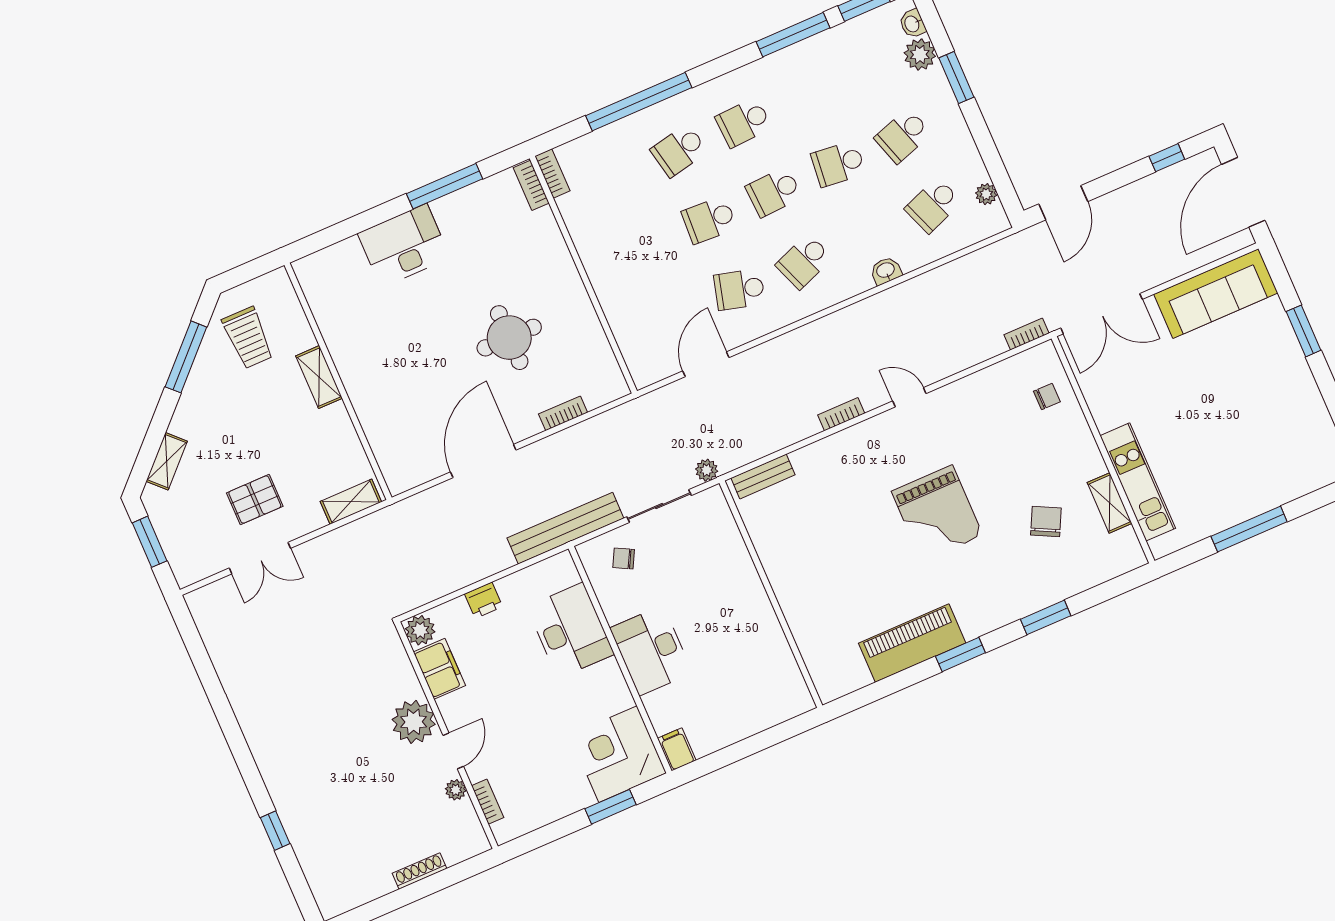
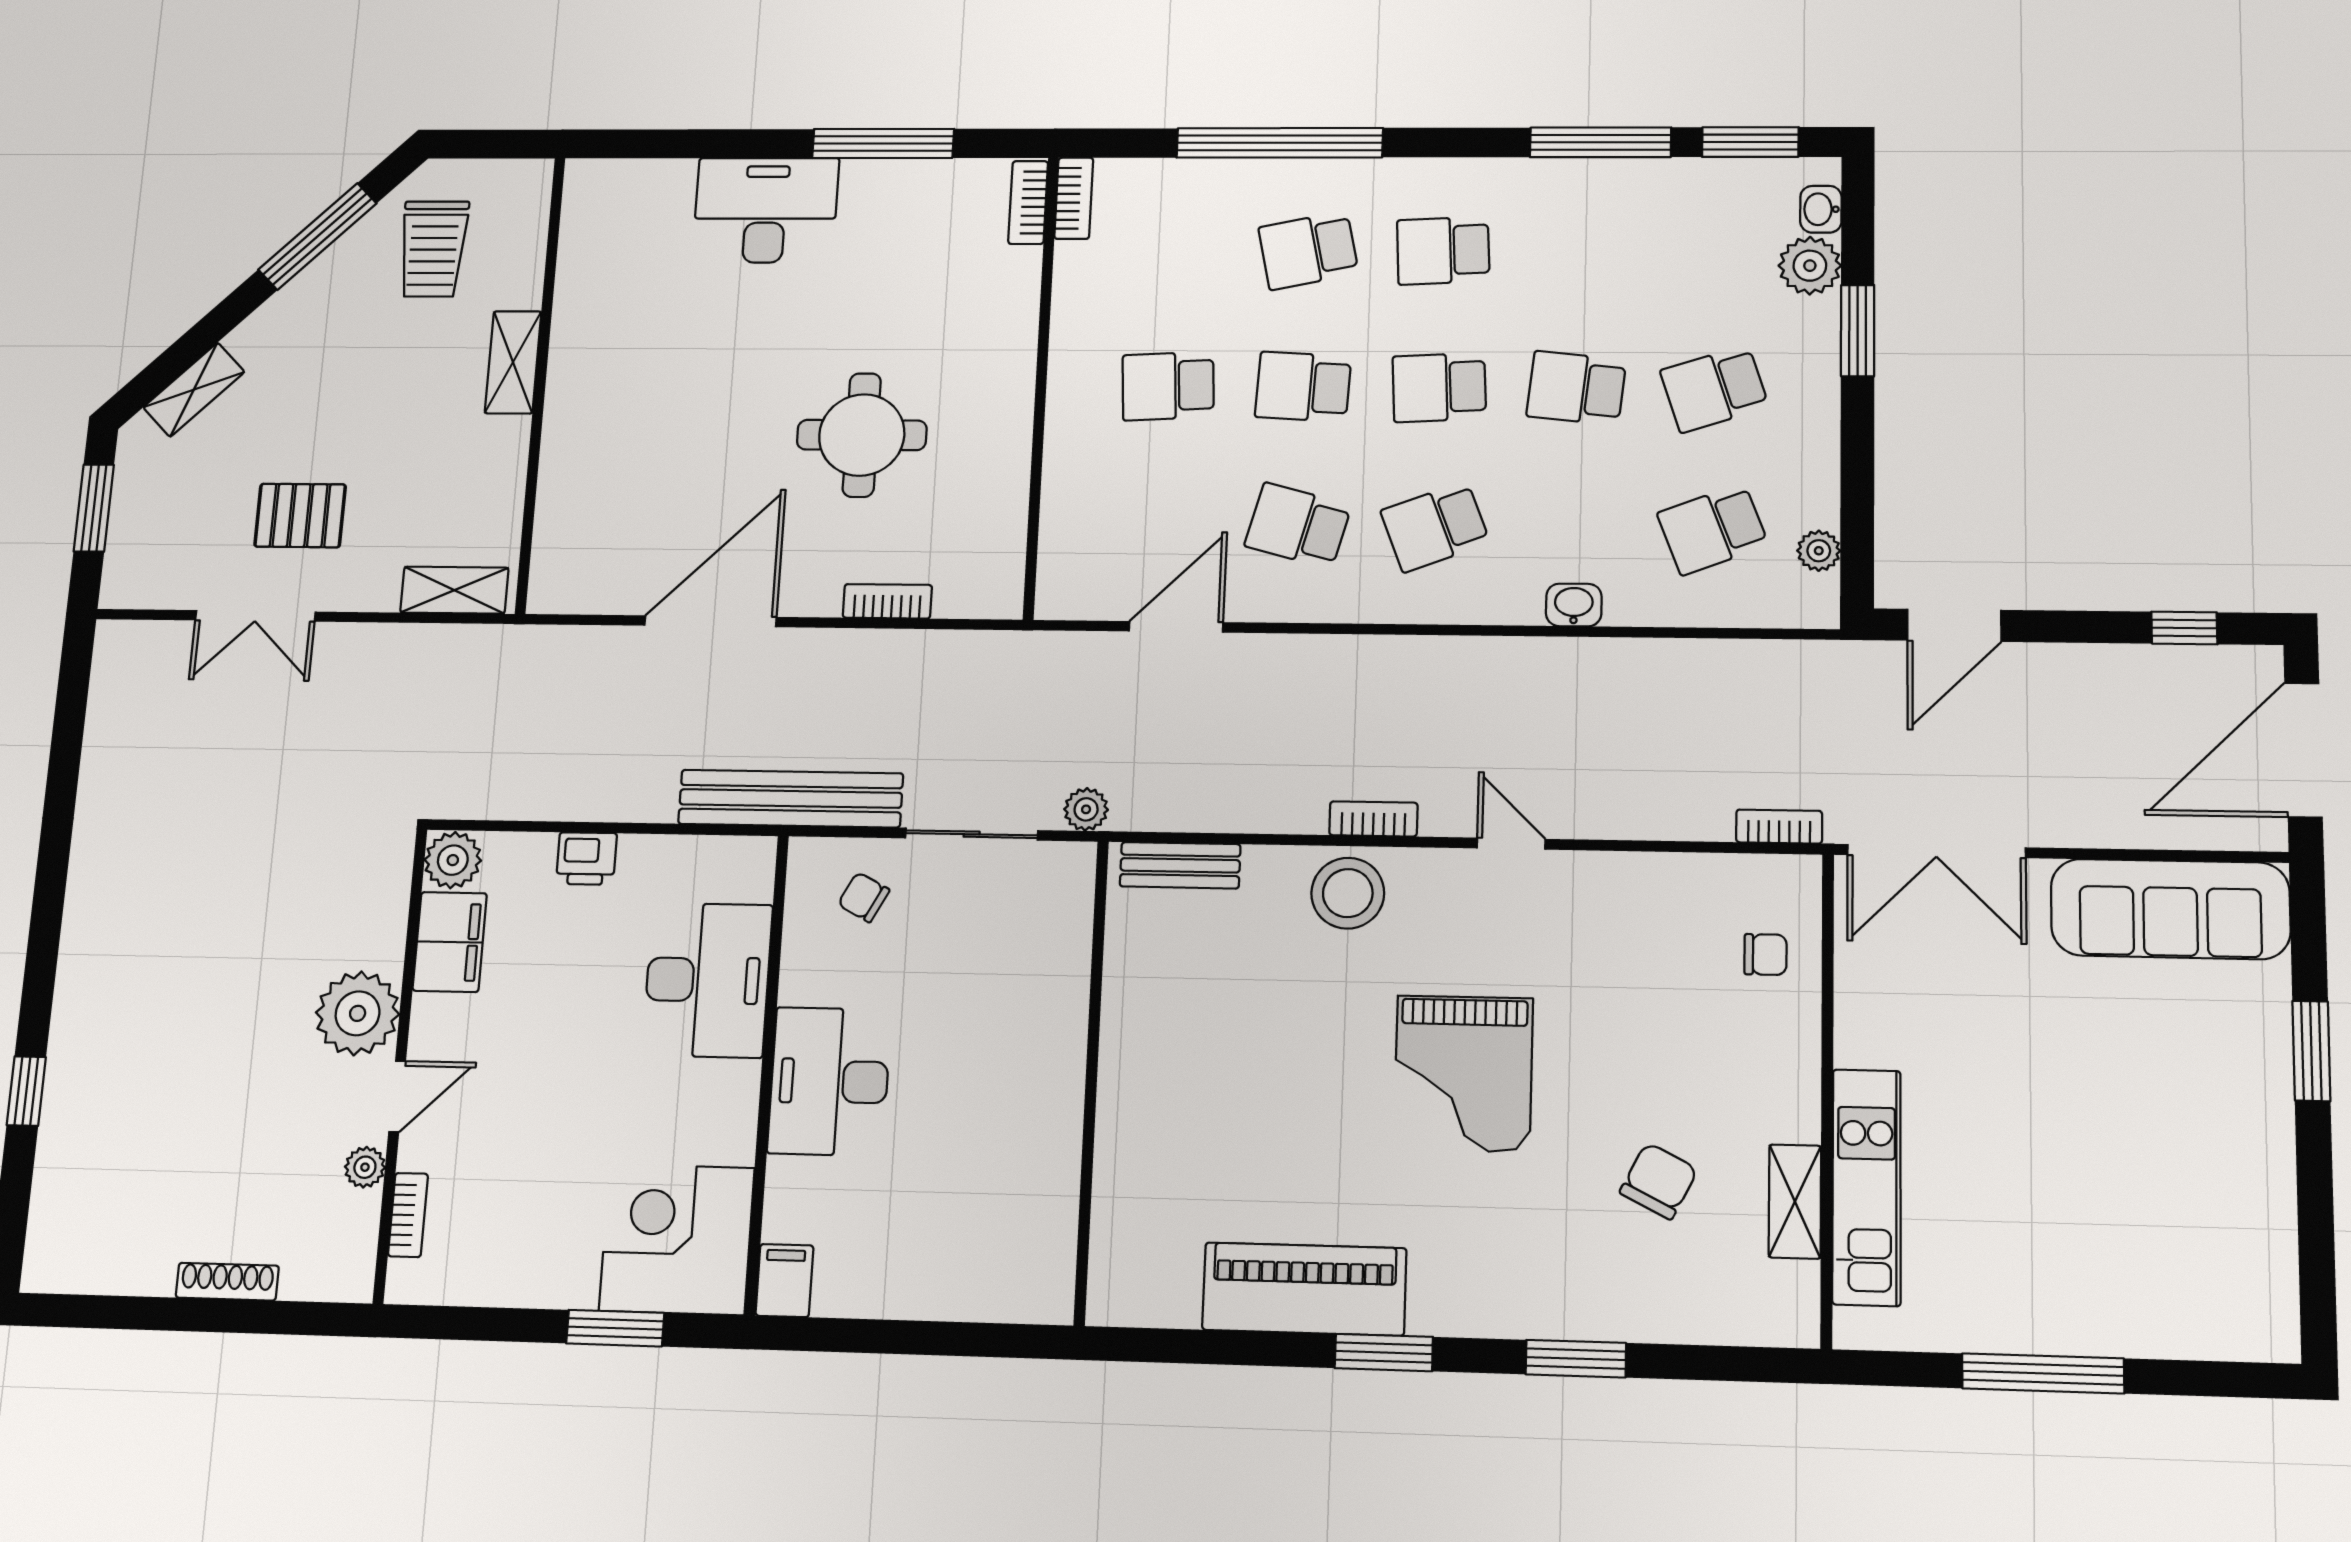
school desk: (645, 248) -> (1168, 386), added
stool: (846, 454) -> (1348, 893), added

